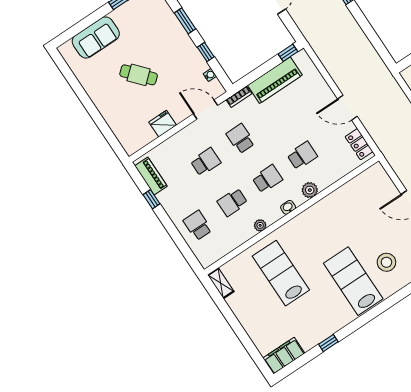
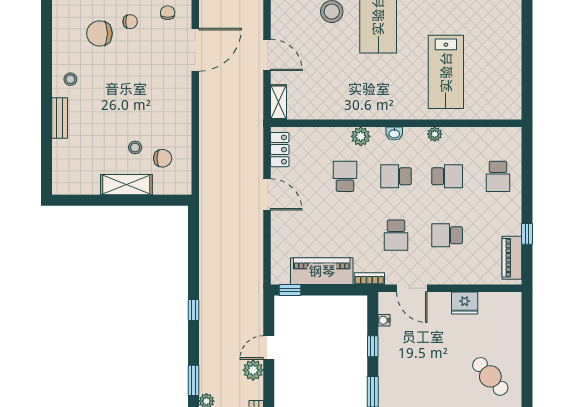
cafe table: (139, 75) -> (490, 376), moved
school desk: (302, 156) -> (345, 176), turned 90
shelving: (221, 283) -> (278, 102), moved

